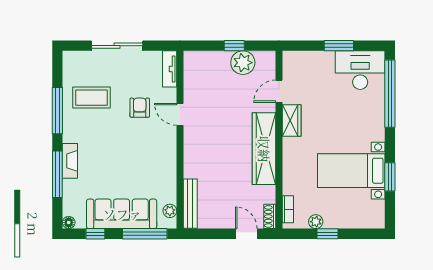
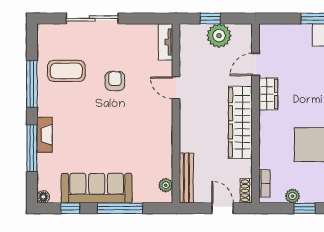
tv unit: (170, 69) -> (166, 42), moved
door: (180, 114) -> (176, 88), moved
wall: (180, 140) -> (176, 113), moved
bench: (190, 204) -> (186, 178), moved
plant: (170, 211) -> (166, 185), moved

